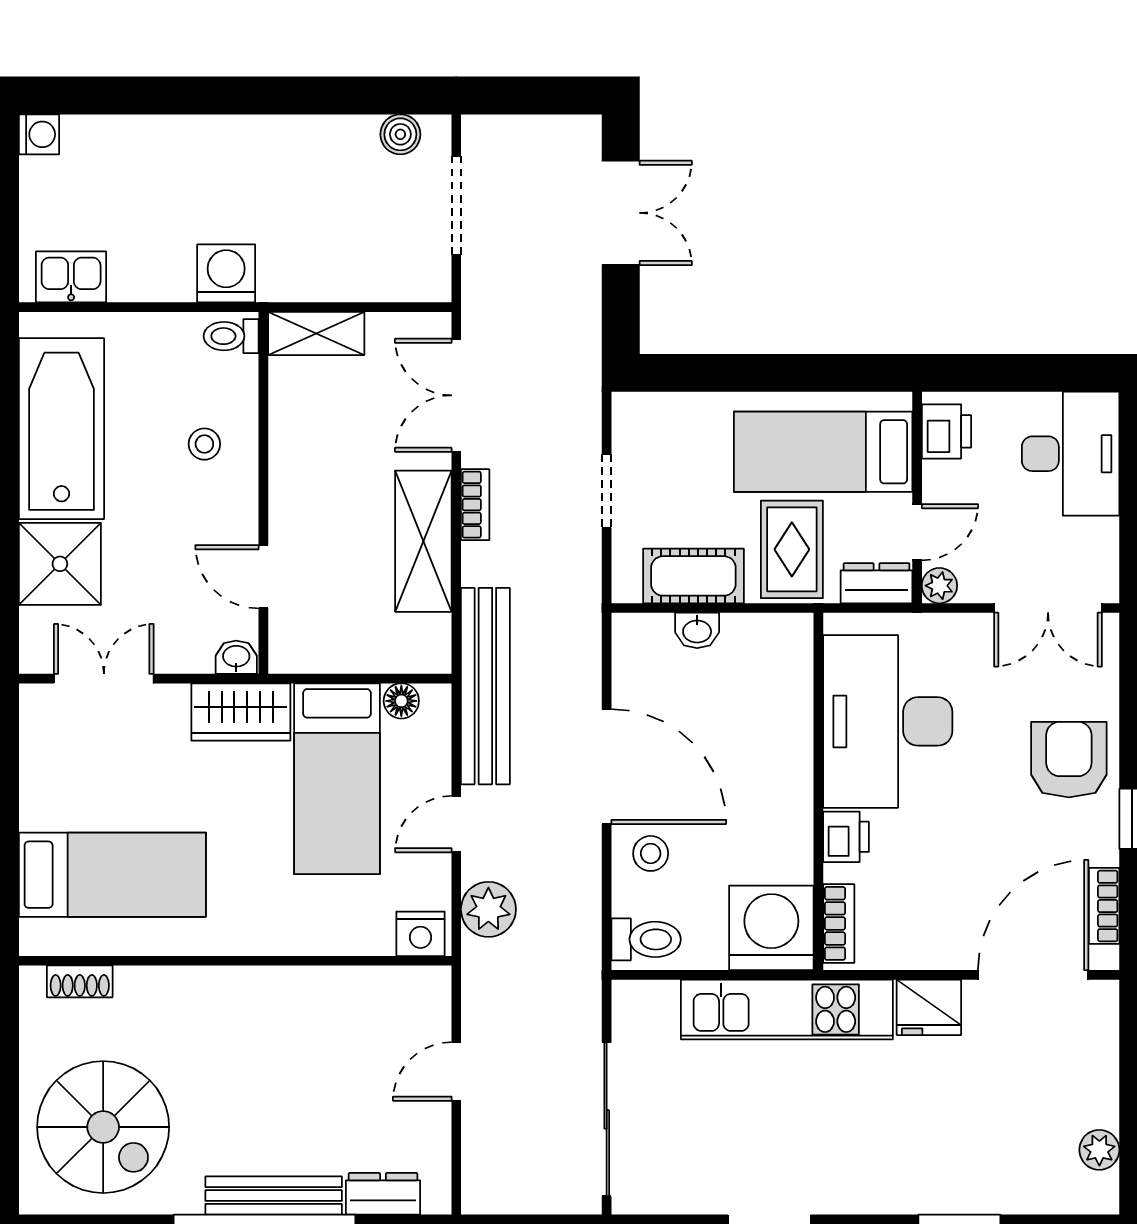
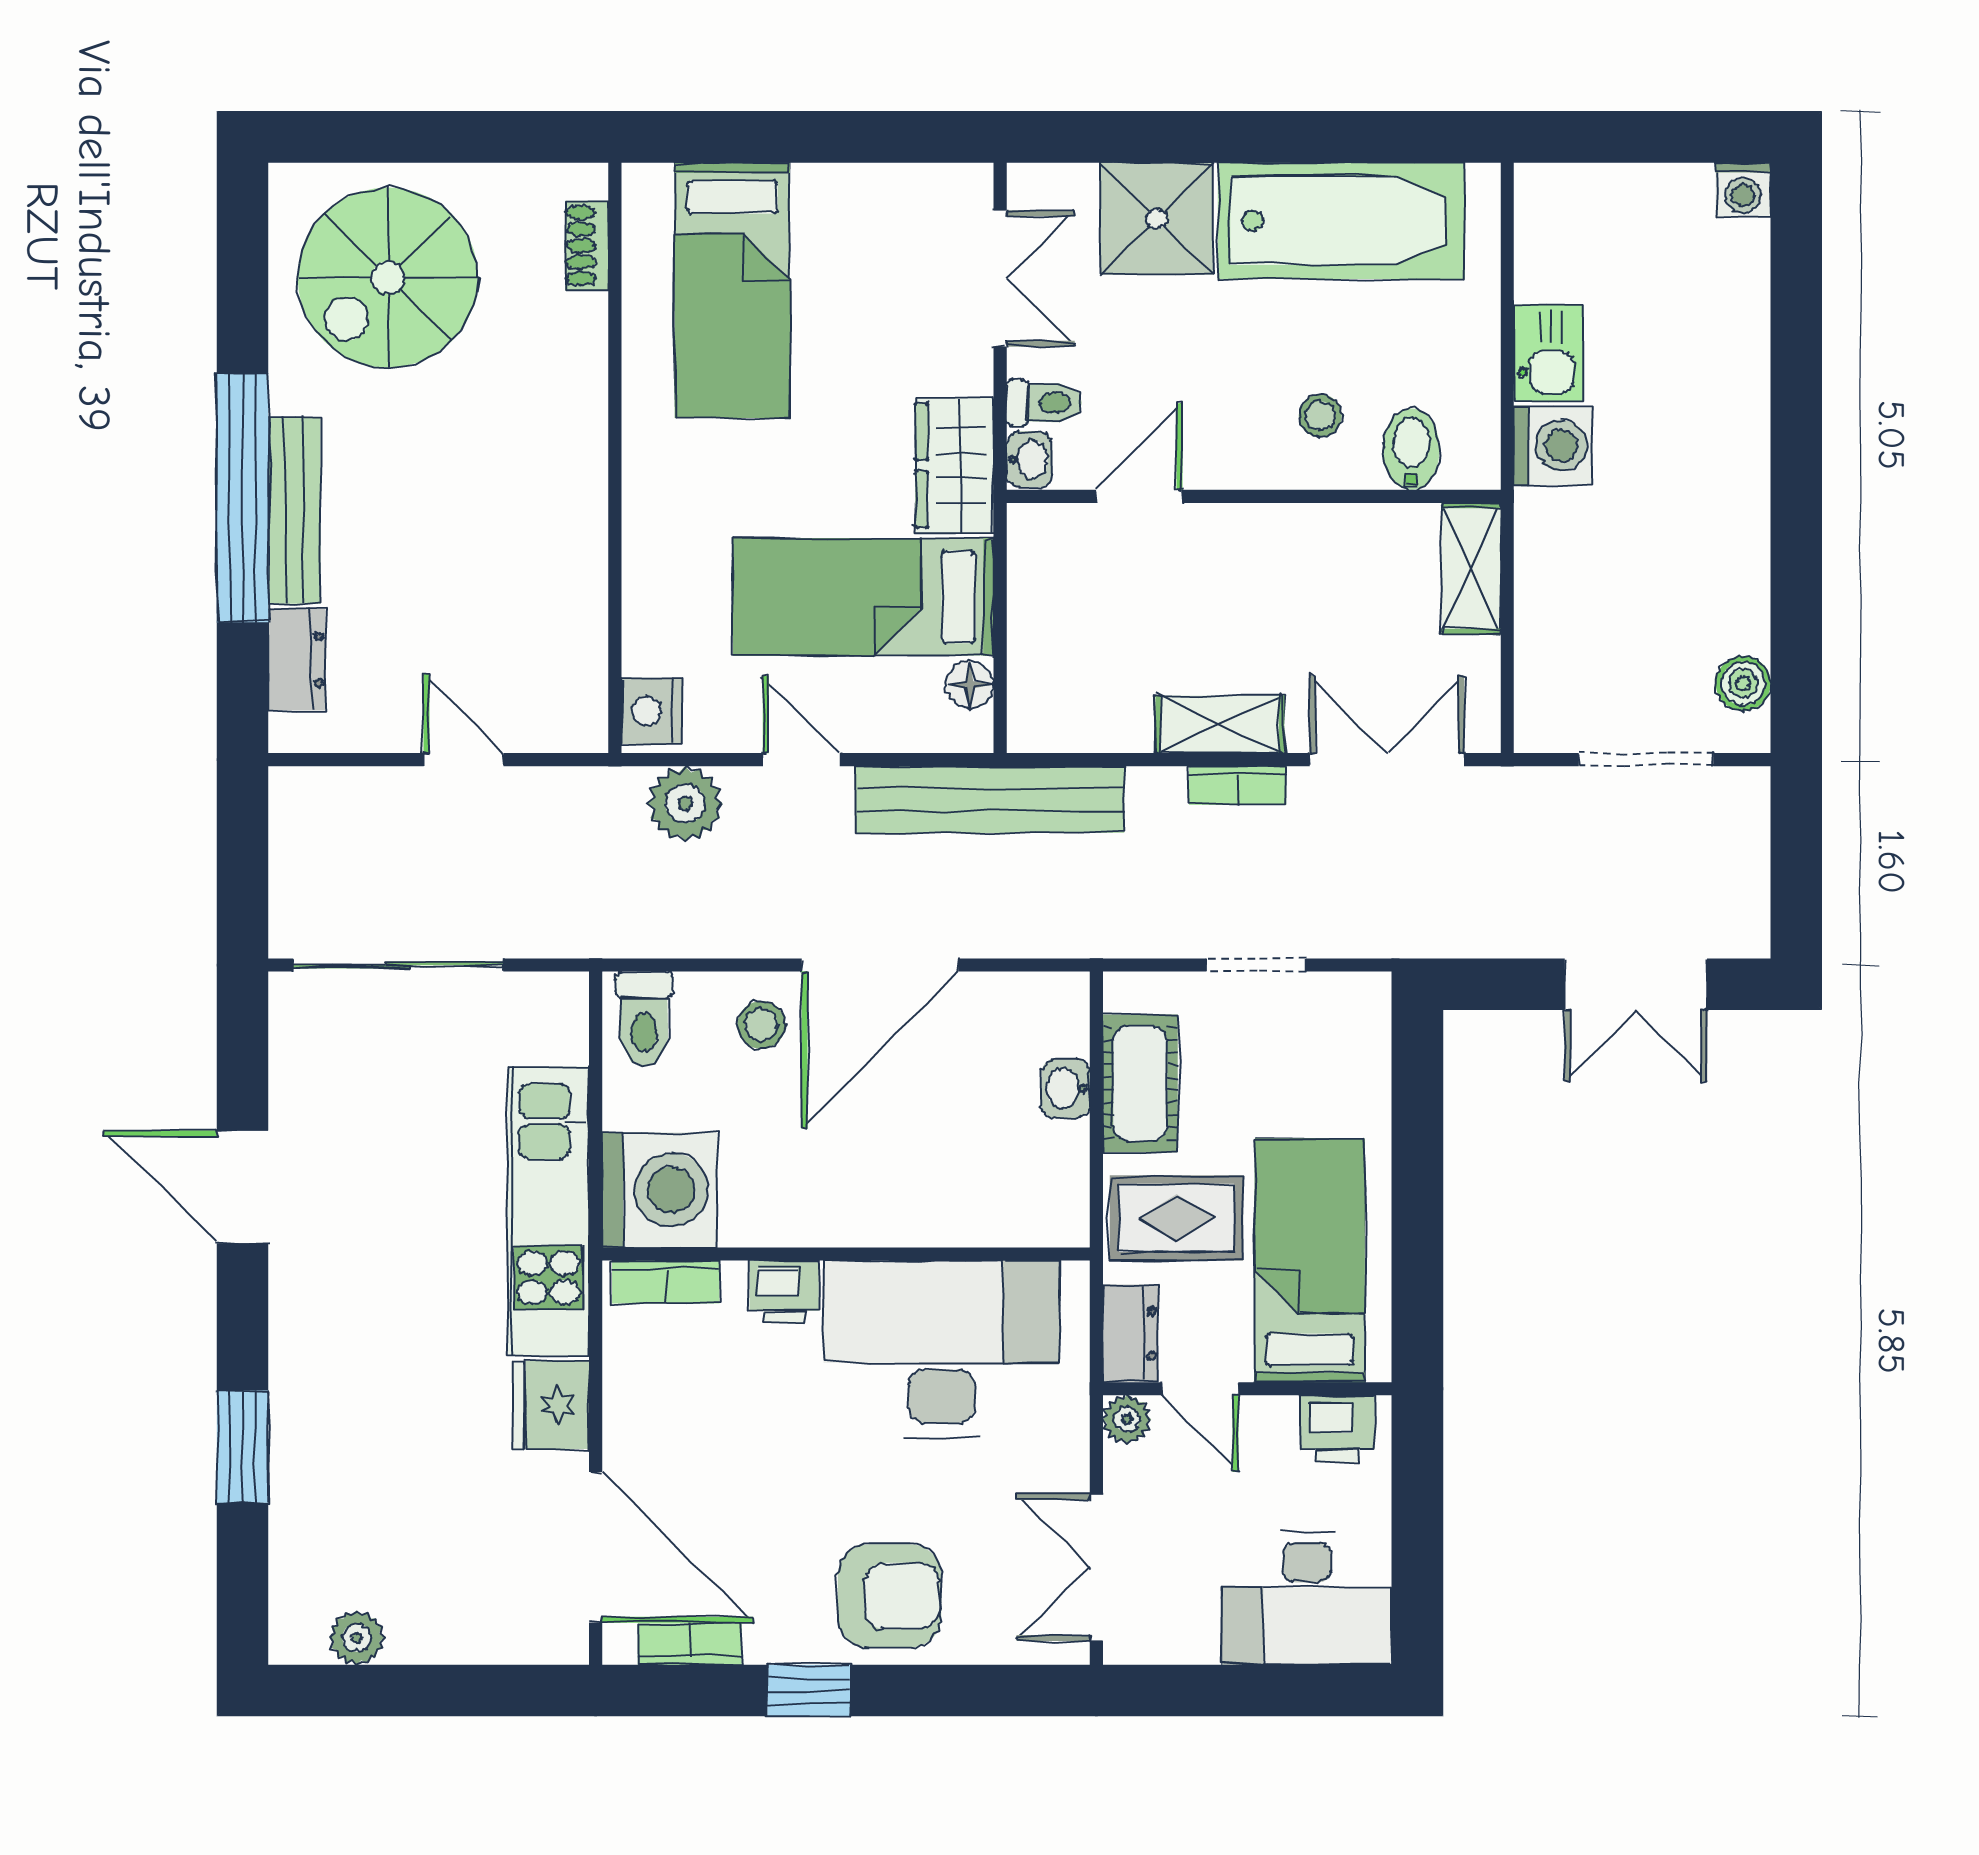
kitchen sink: (71, 277) -> (1548, 353), moved
toilet: (231, 336) -> (1044, 403), moved, turned 90
bidet: (229, 377) -> (1411, 449), added
shelving: (423, 541) -> (1220, 724), width x0.67, depth x0.75

